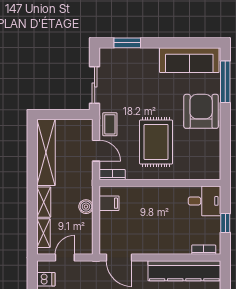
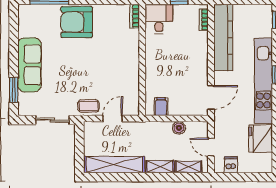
sofa: (189, 60) -> (29, 65), moved
rug: (156, 142) -> (105, 64), removed
bookcase: (112, 175) -> (135, 16), moved
boiler: (86, 207) -> (179, 128), moved

